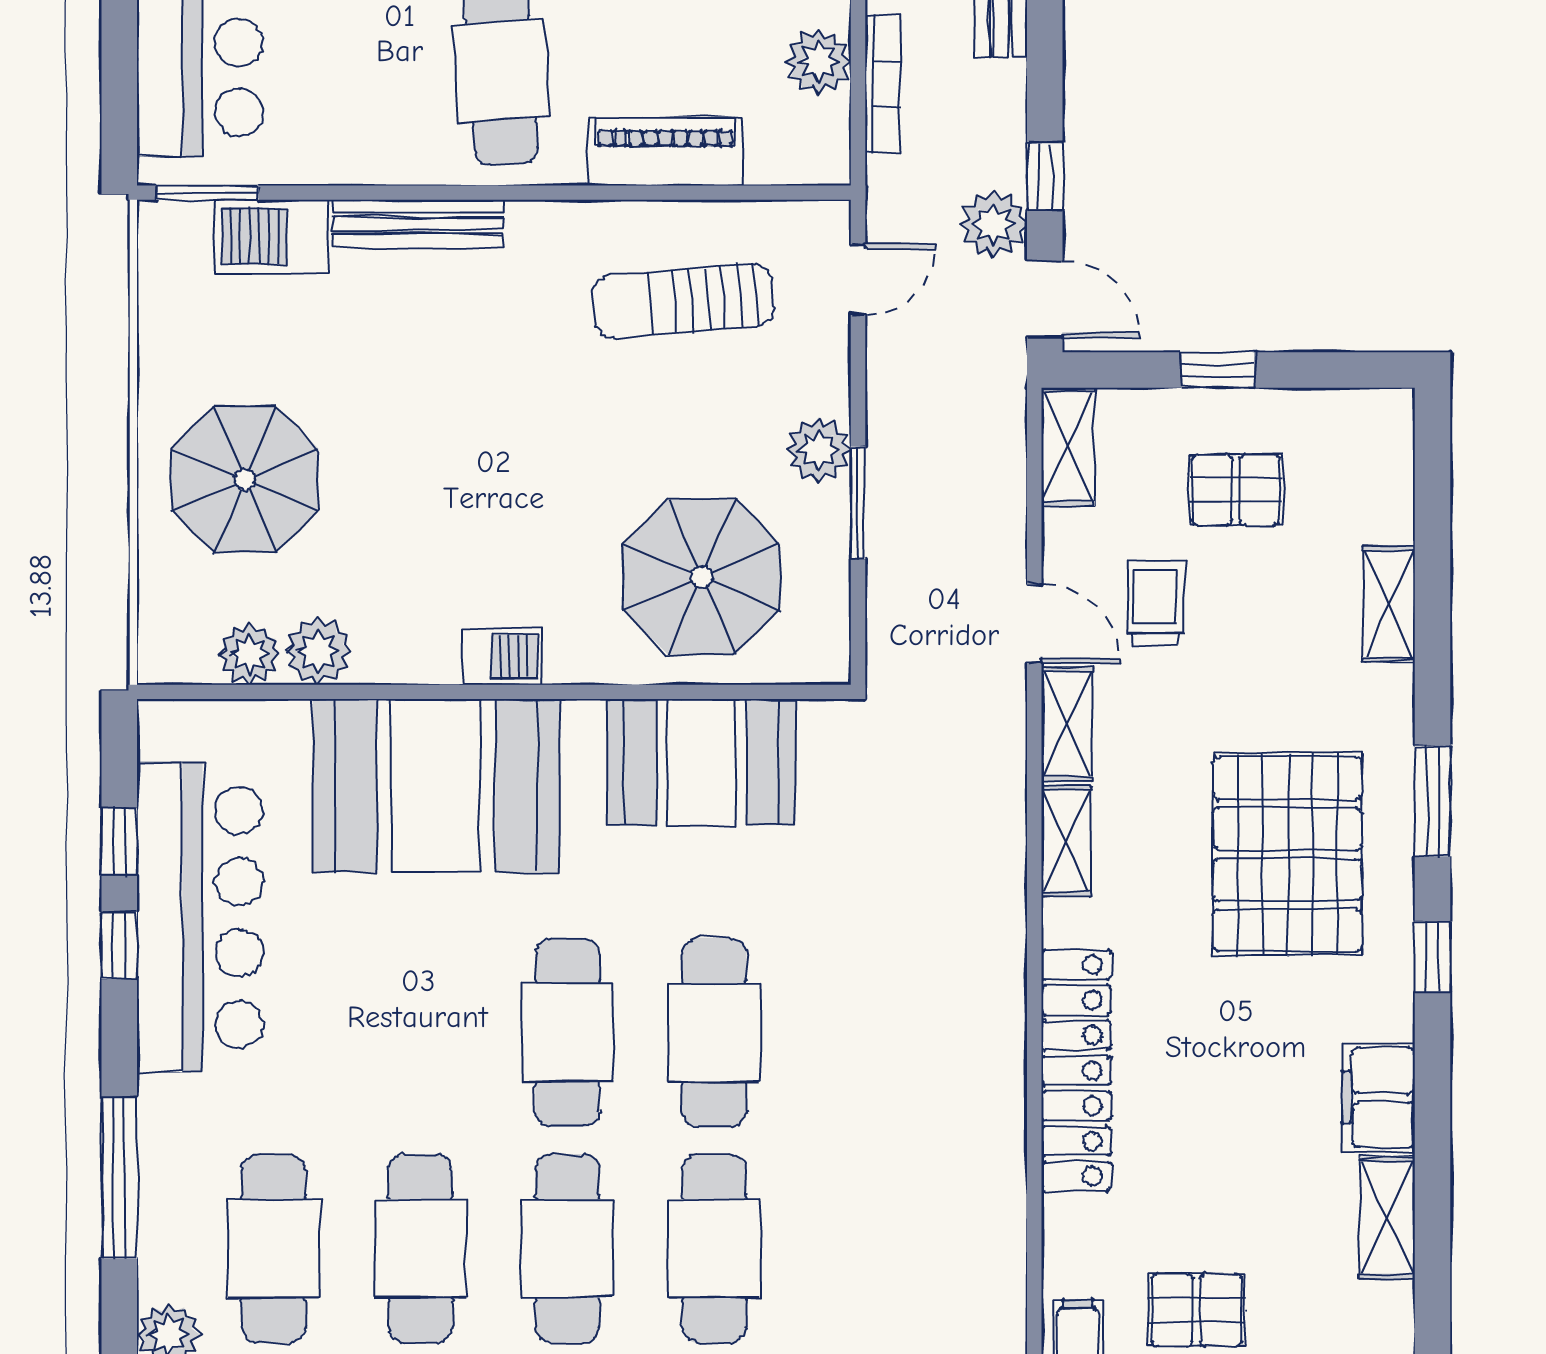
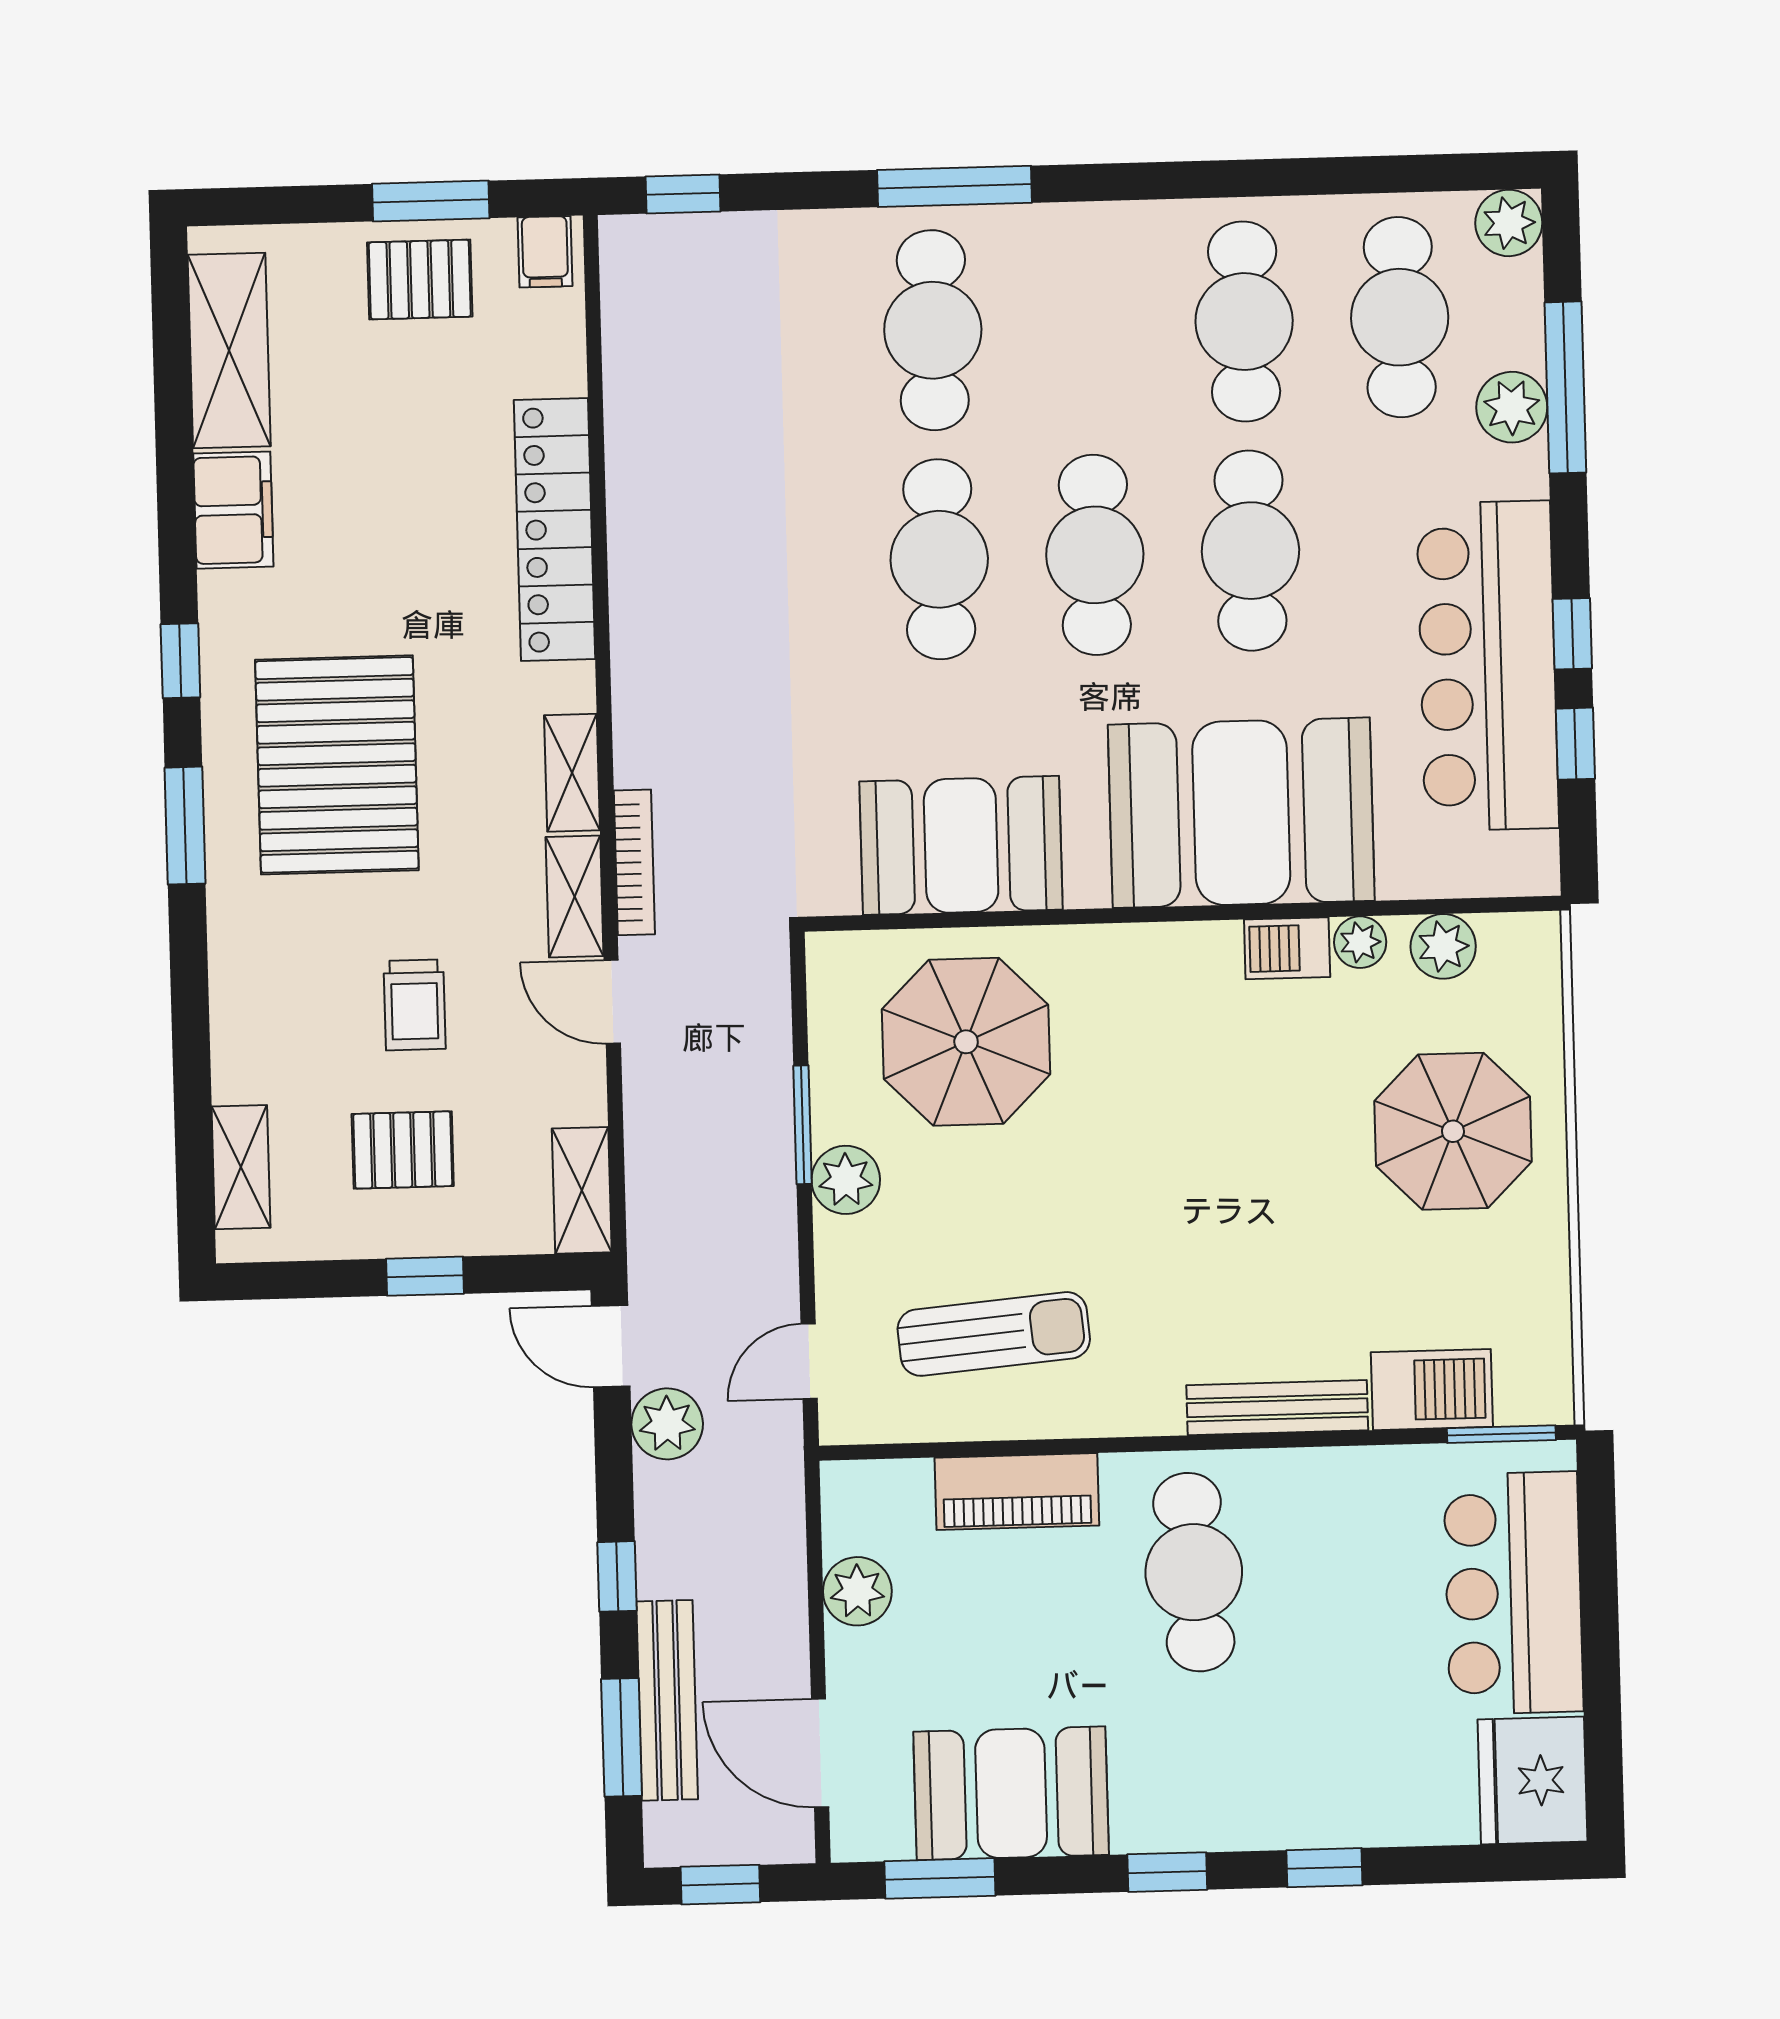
bookcase: (883, 84) -> (634, 862), moved, turned 180
window: (1045, 176) -> (617, 1576), moved
trolley: (1155, 603) -> (415, 1005), moved
shelving: (1389, 604) -> (241, 1167), moved
plant: (318, 651) -> (1360, 942), width x0.73, depth x0.73
barbecue: (502, 656) -> (1287, 948), moved
plant: (170, 1161) -> (1512, 407), added
shelving: (1387, 1218) -> (229, 350), width x1.50, depth x1.33
cafe table: (567, 1249) -> (1250, 551), moved

